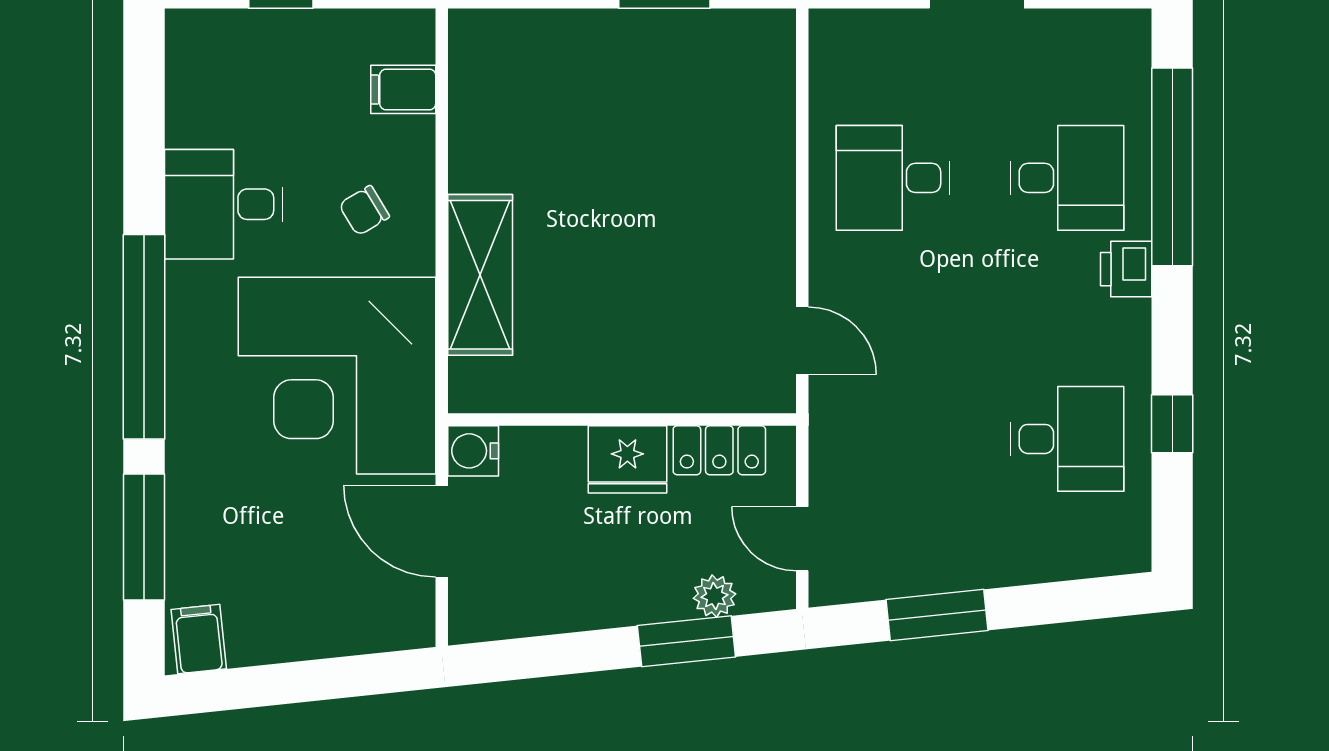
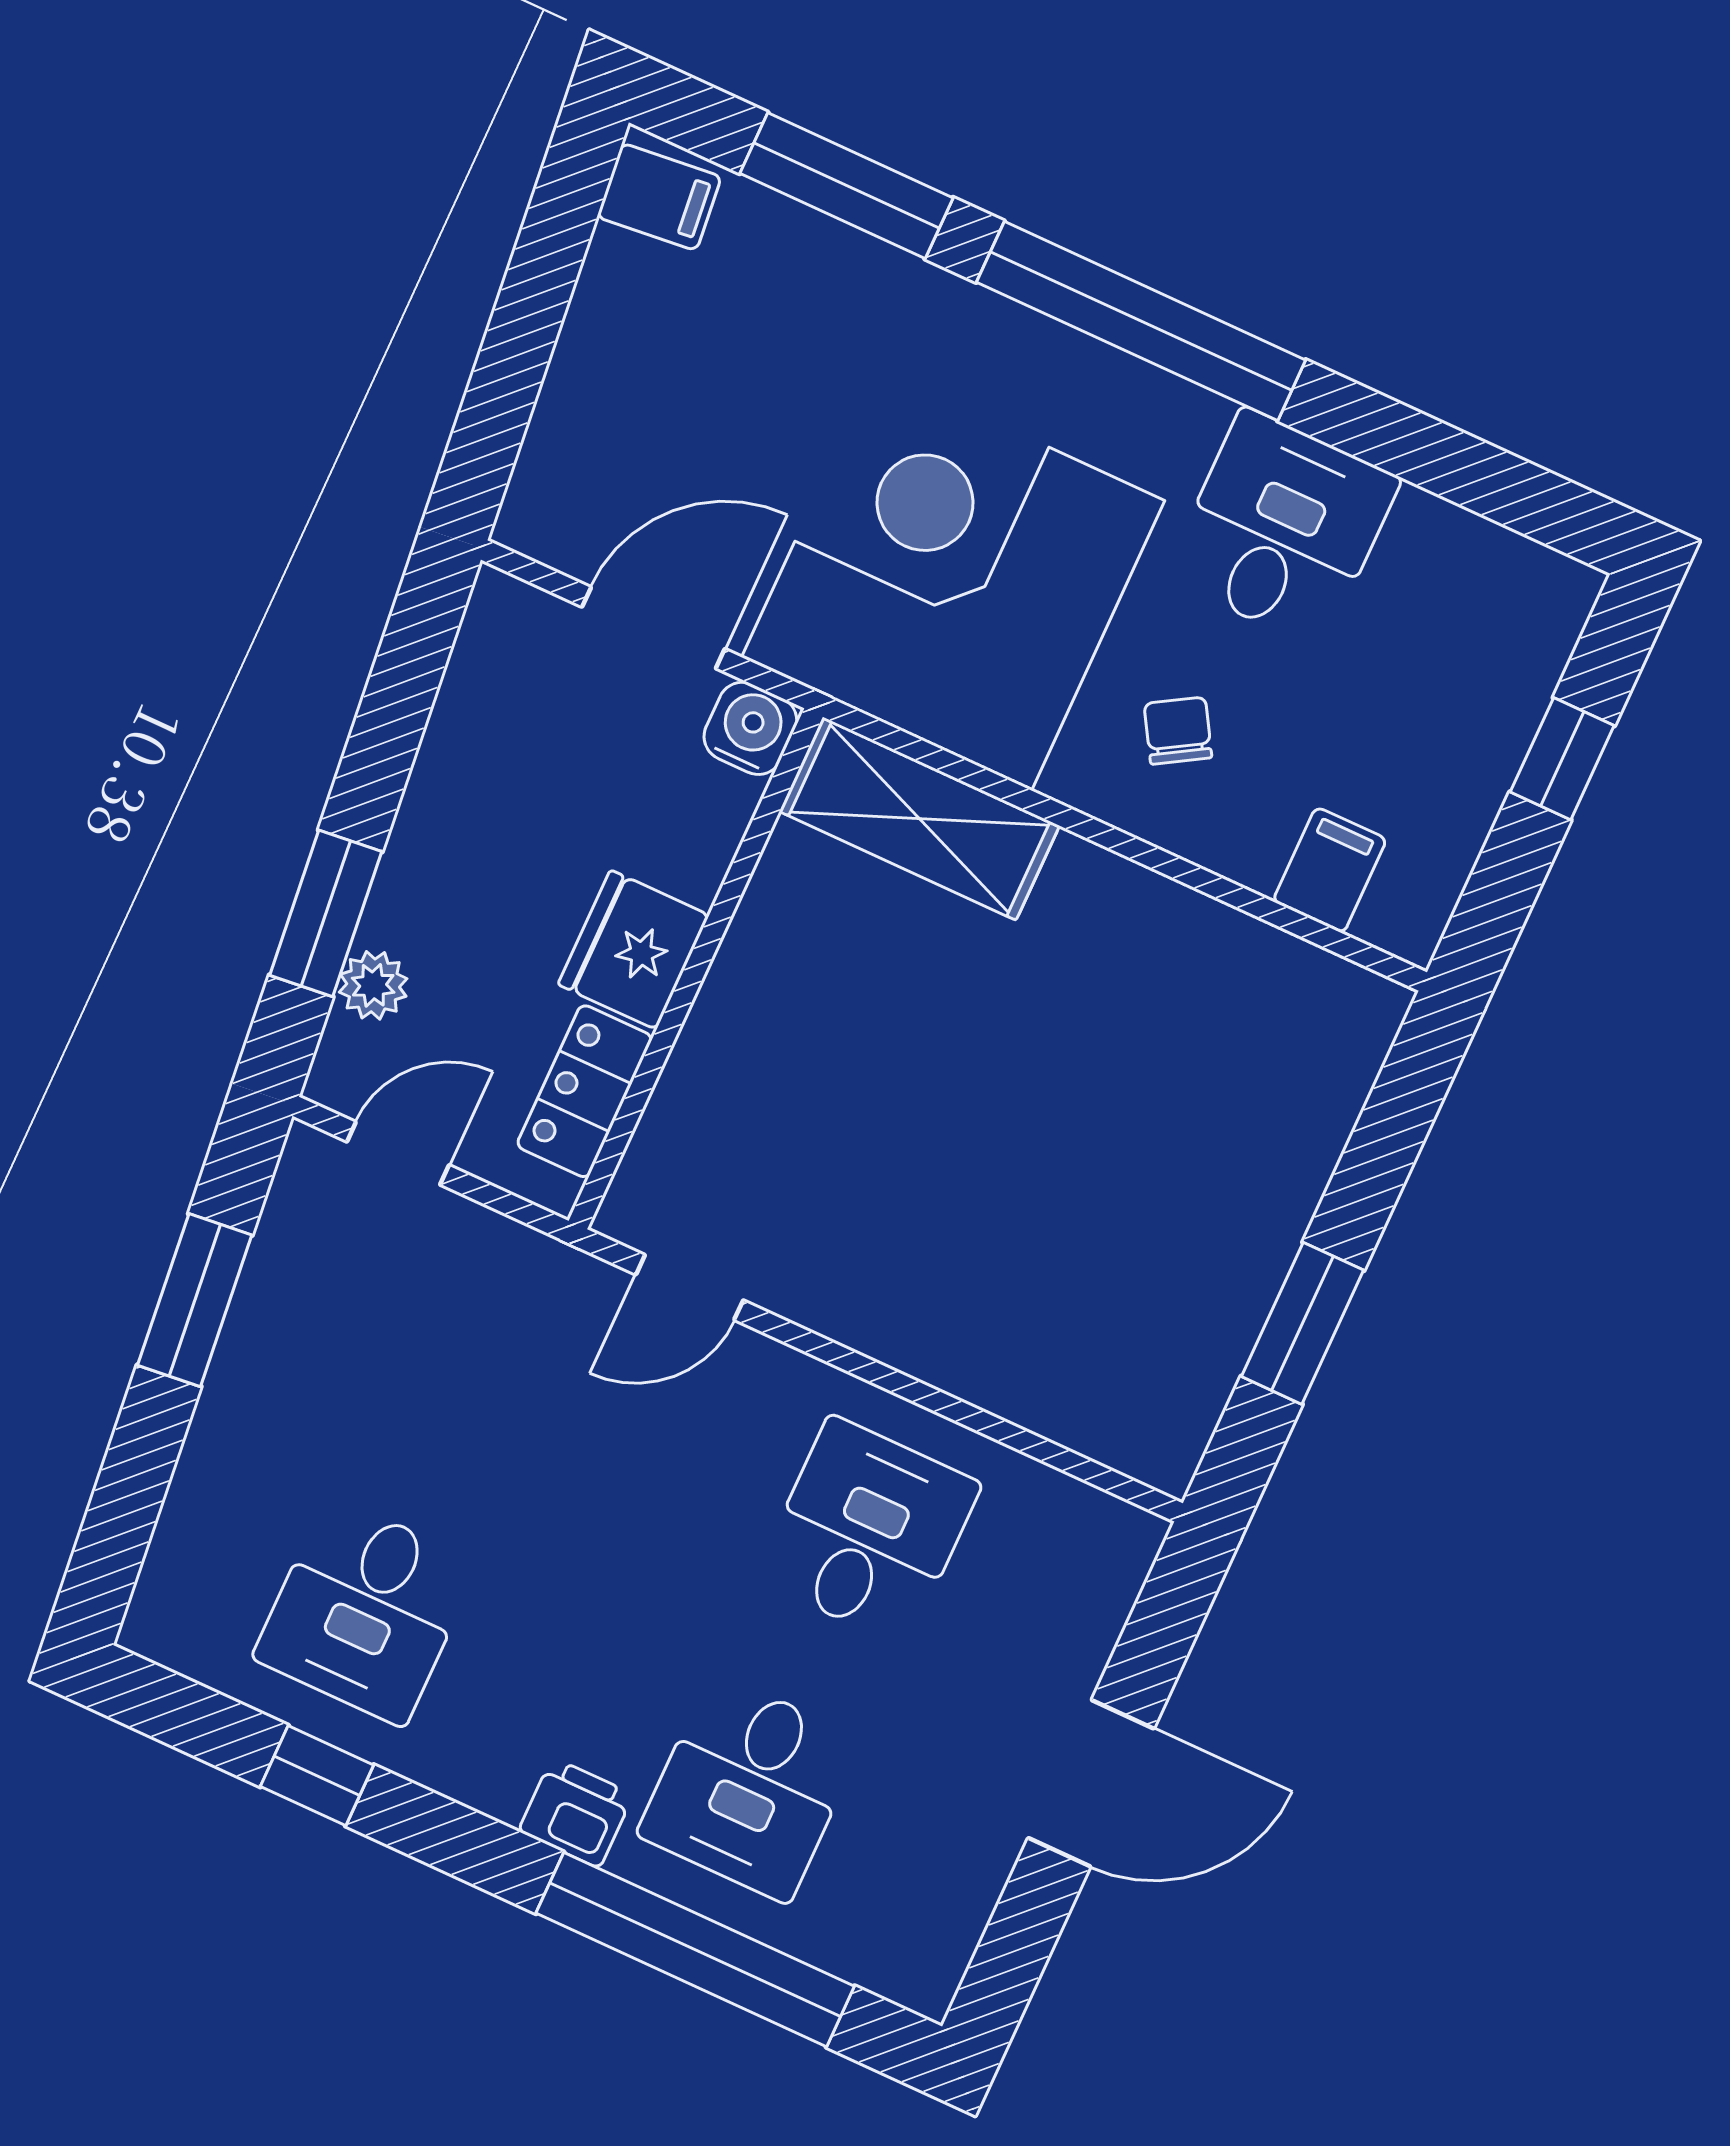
shelving: (480, 275) -> (919, 819), moved

